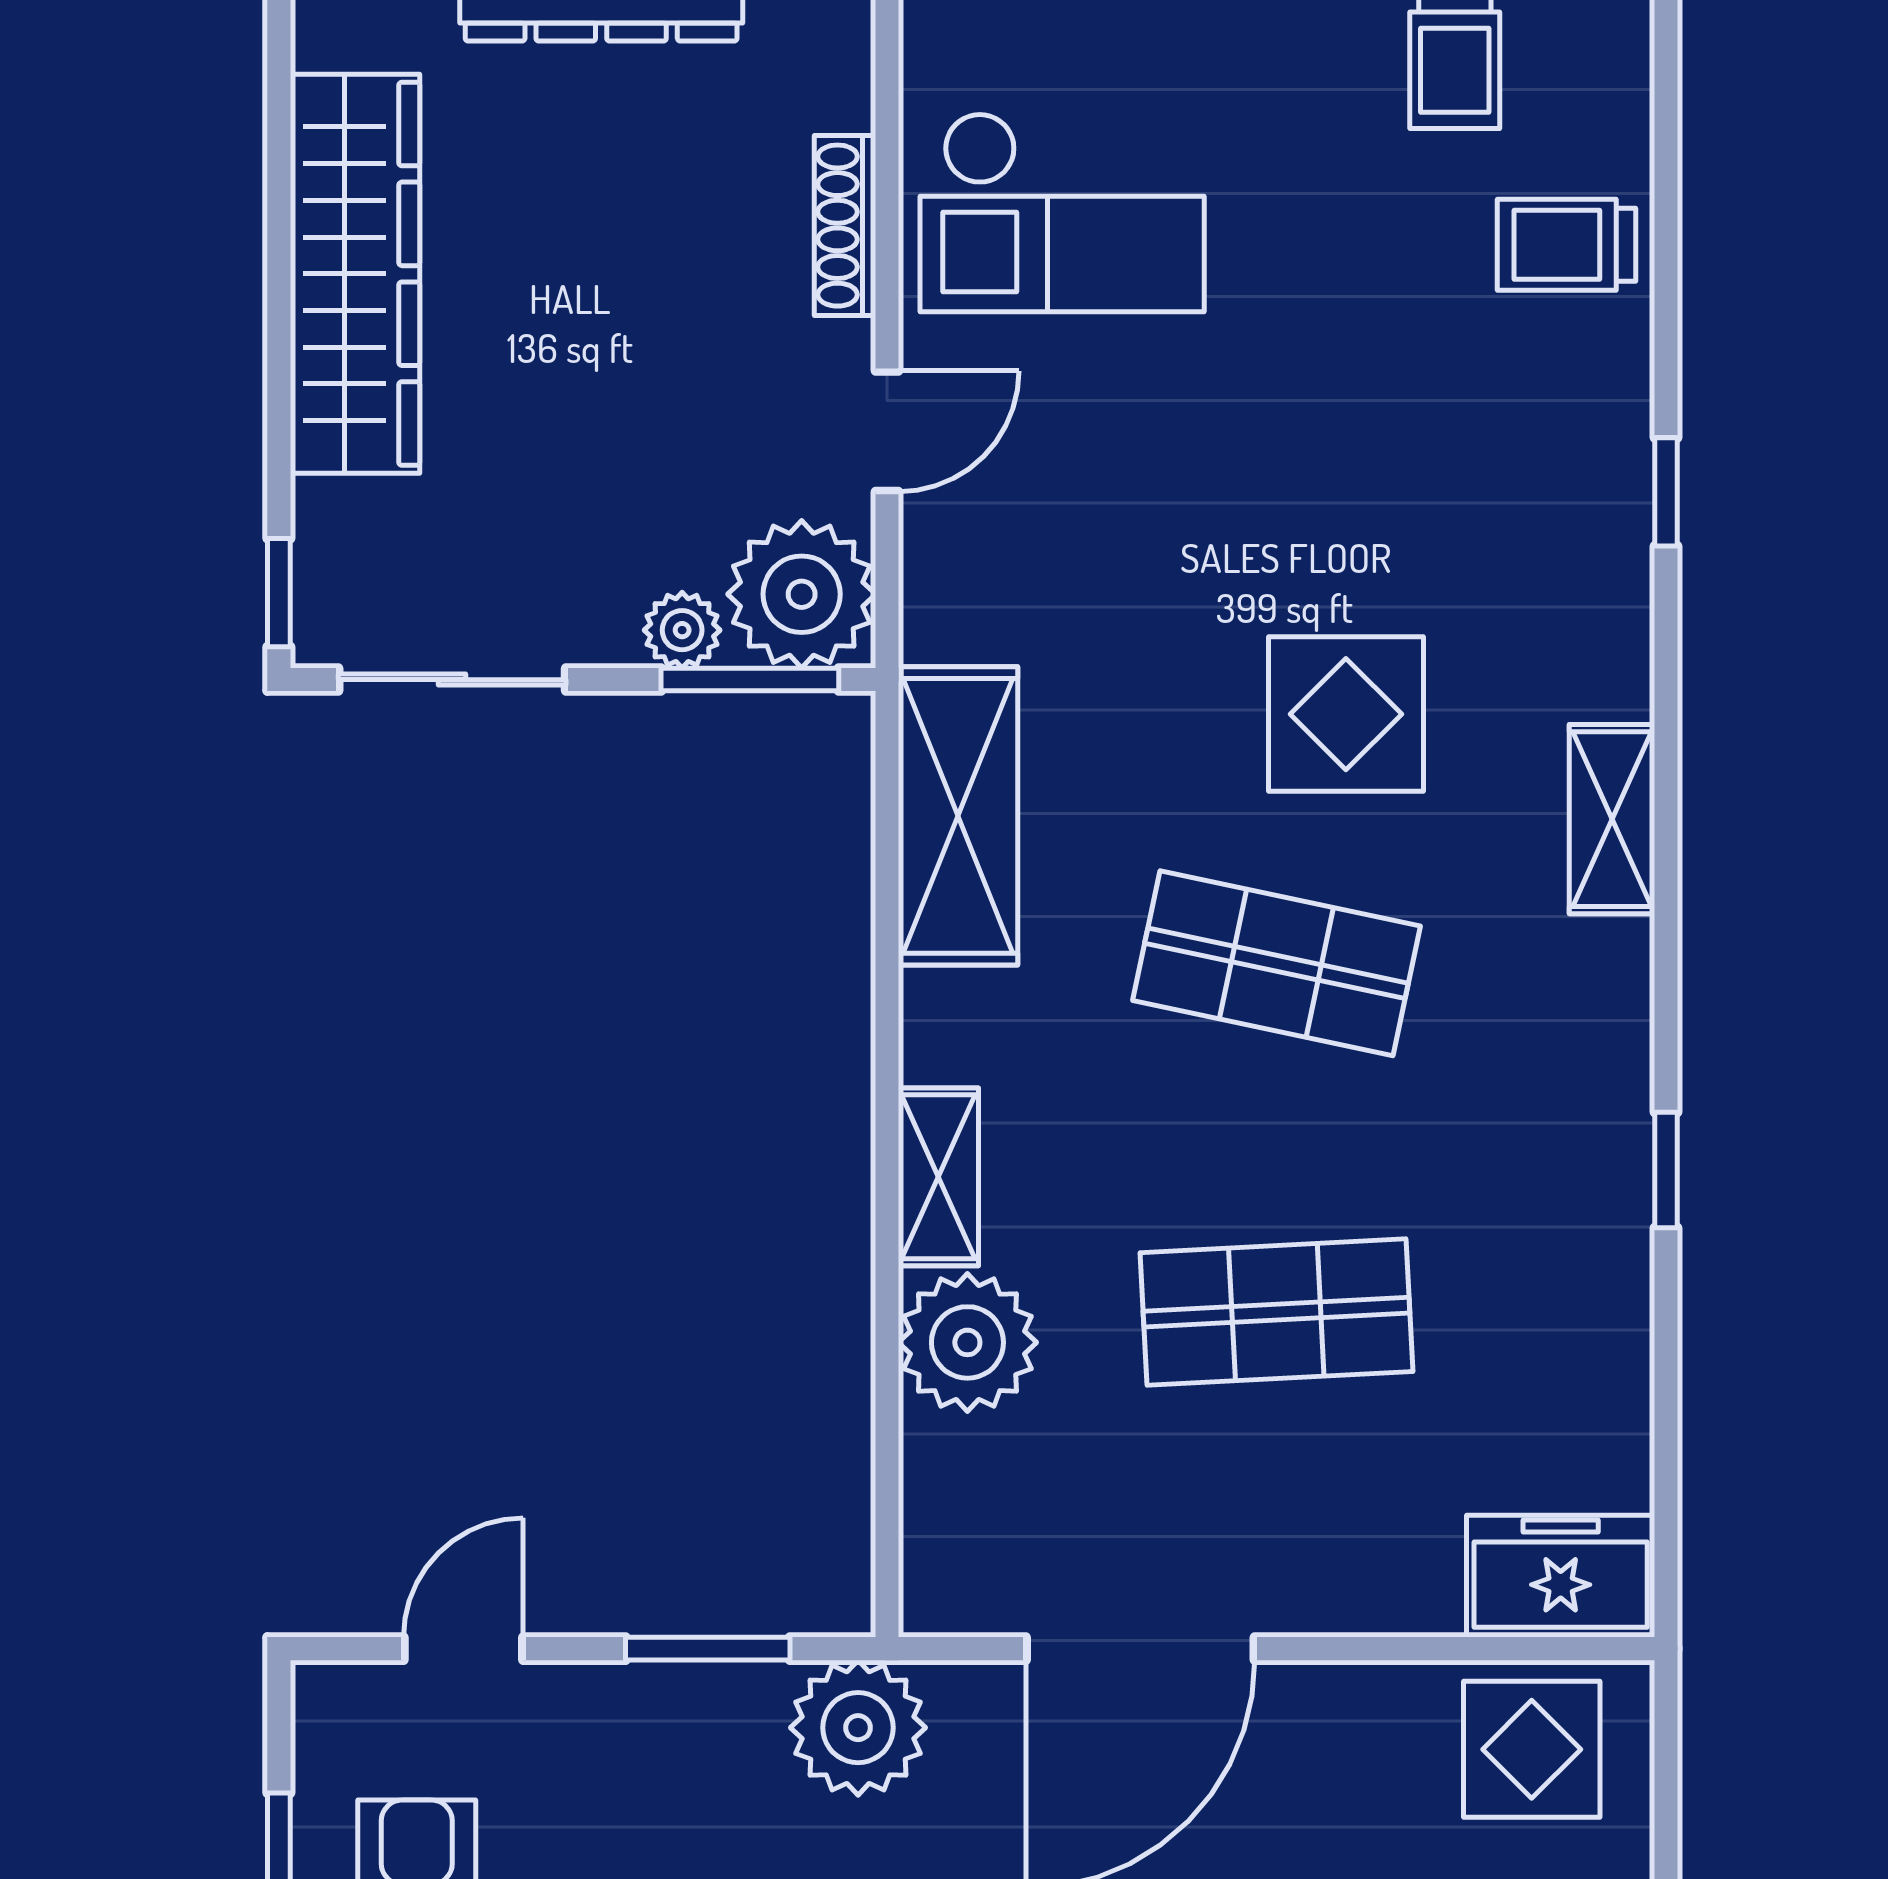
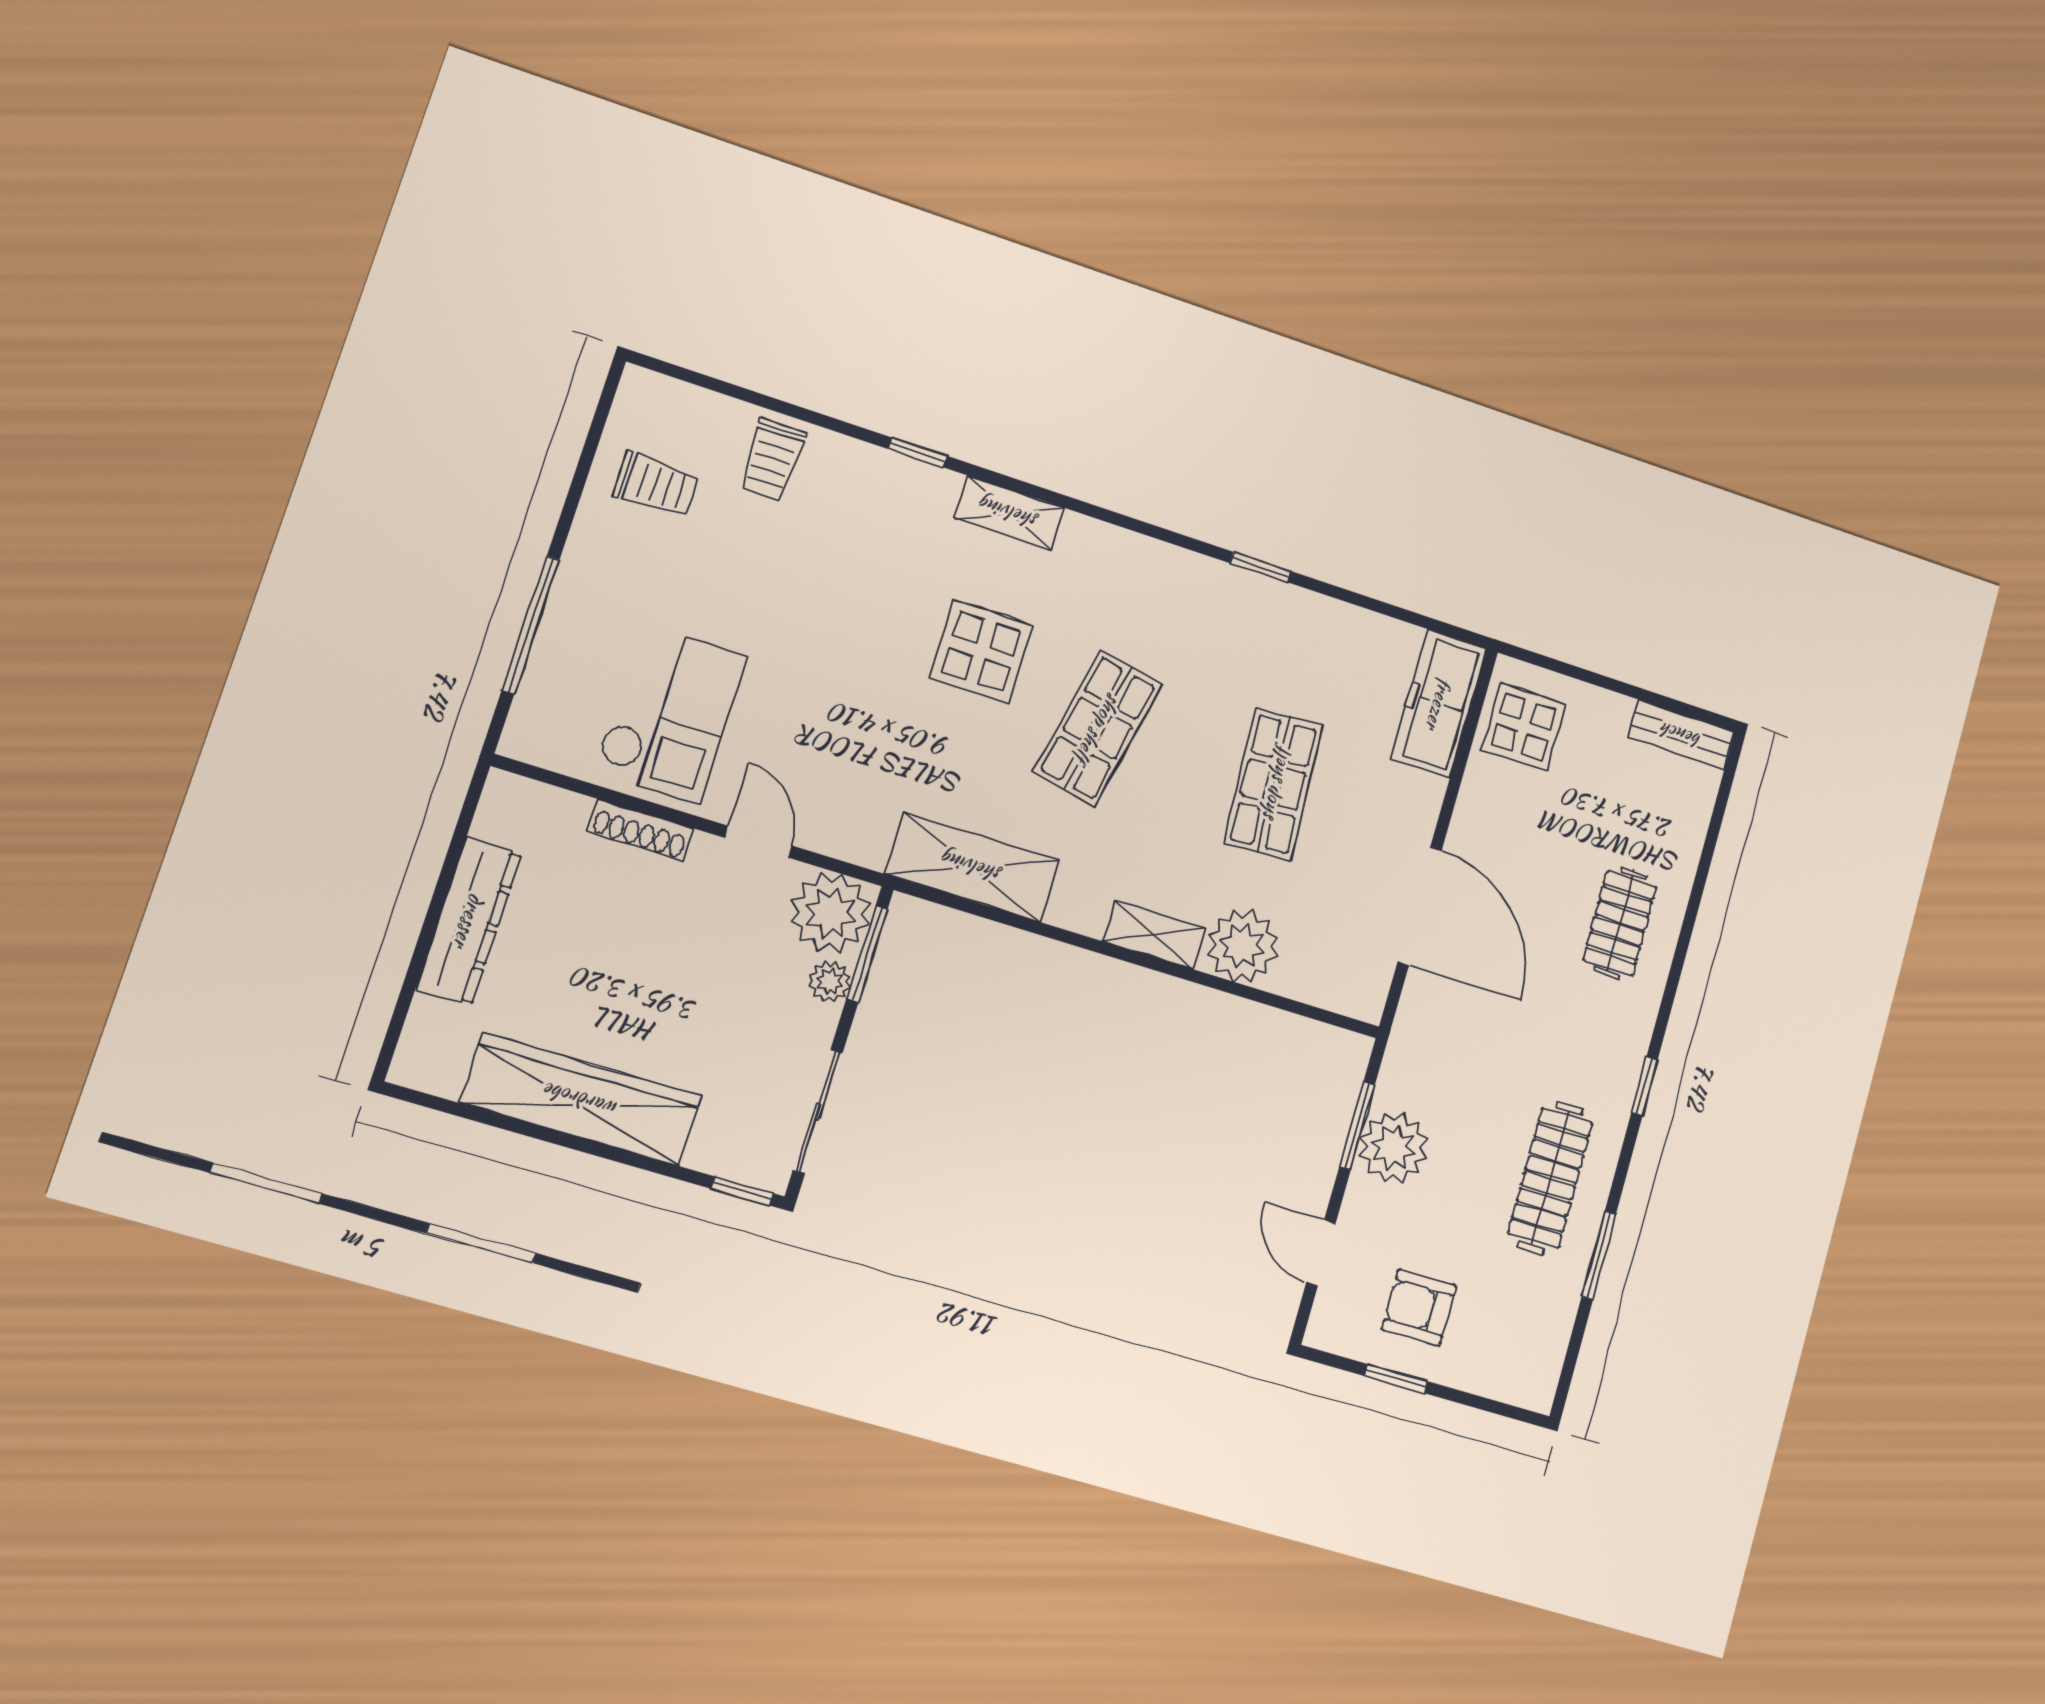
shelving: (1612, 819) -> (1009, 513), moved
freezer: (1561, 1576) -> (1439, 704), width x1.40
plant: (858, 1728) -> (1394, 1147), moved

